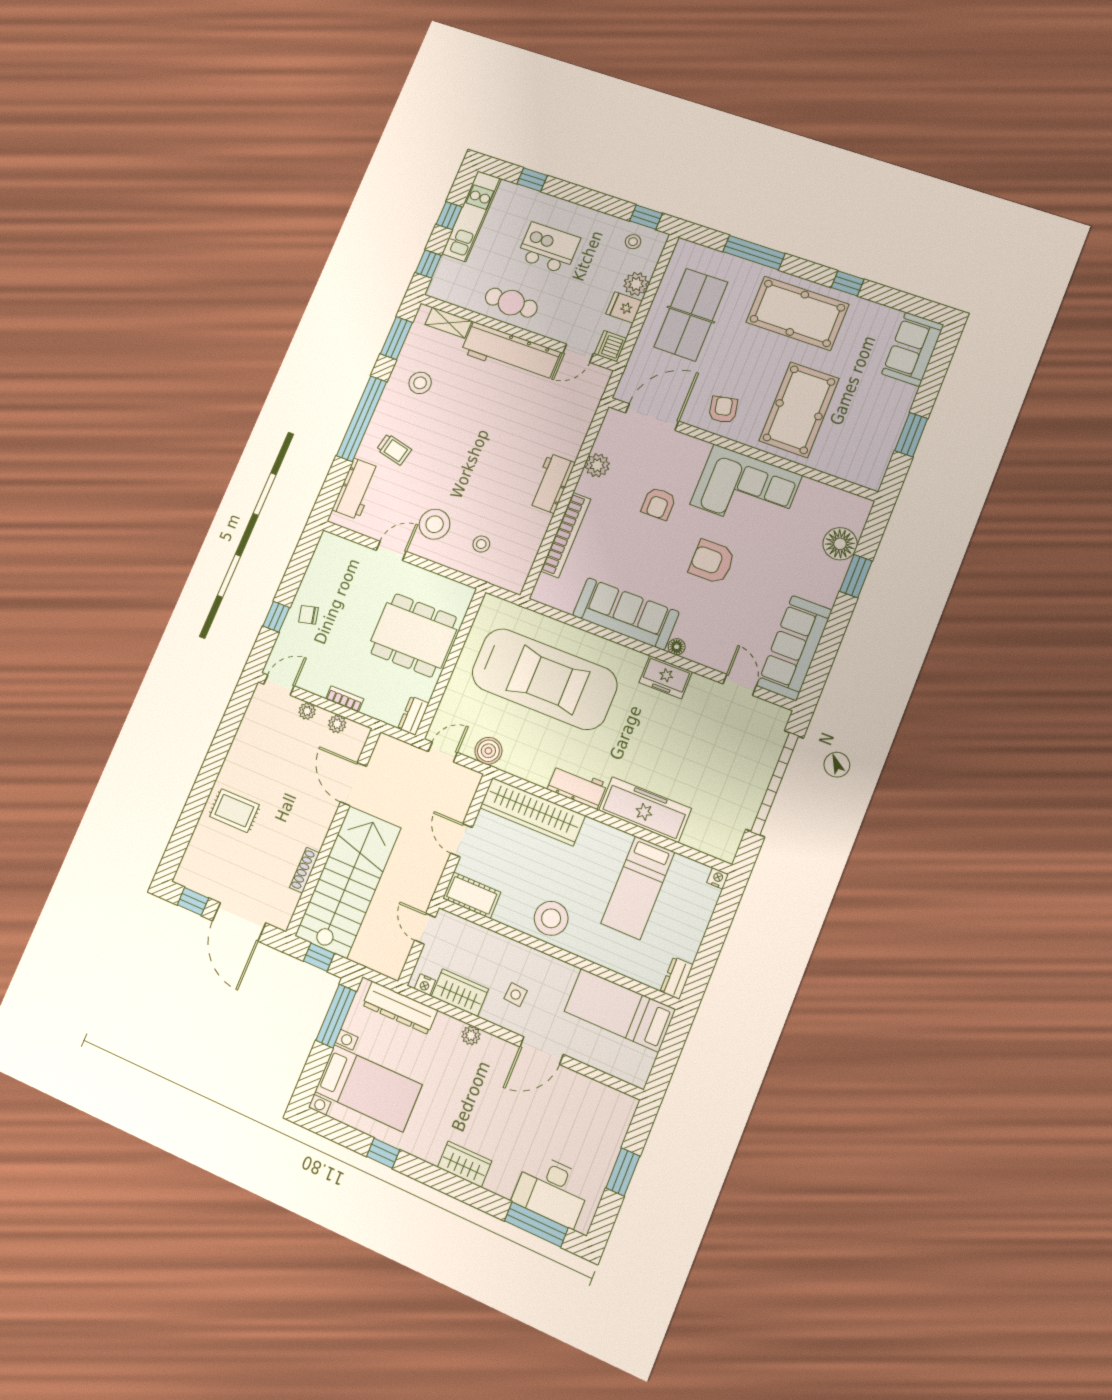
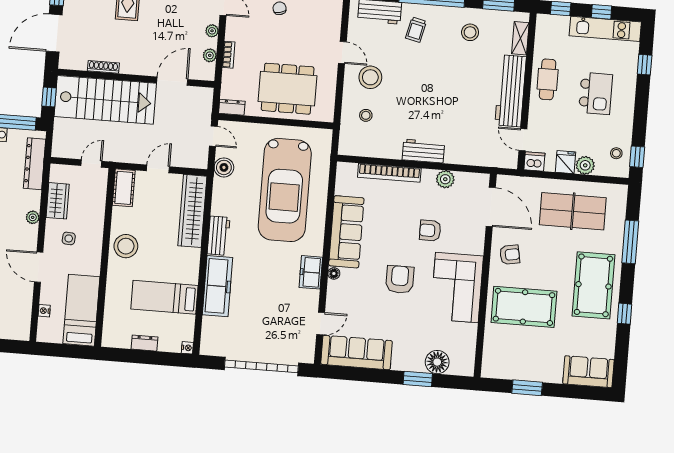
dining table: (414, 635) -> (288, 89), turned 90
dresser: (677, 978) -> (145, 343), moved
nightstand: (425, 985) -> (44, 311), moved

